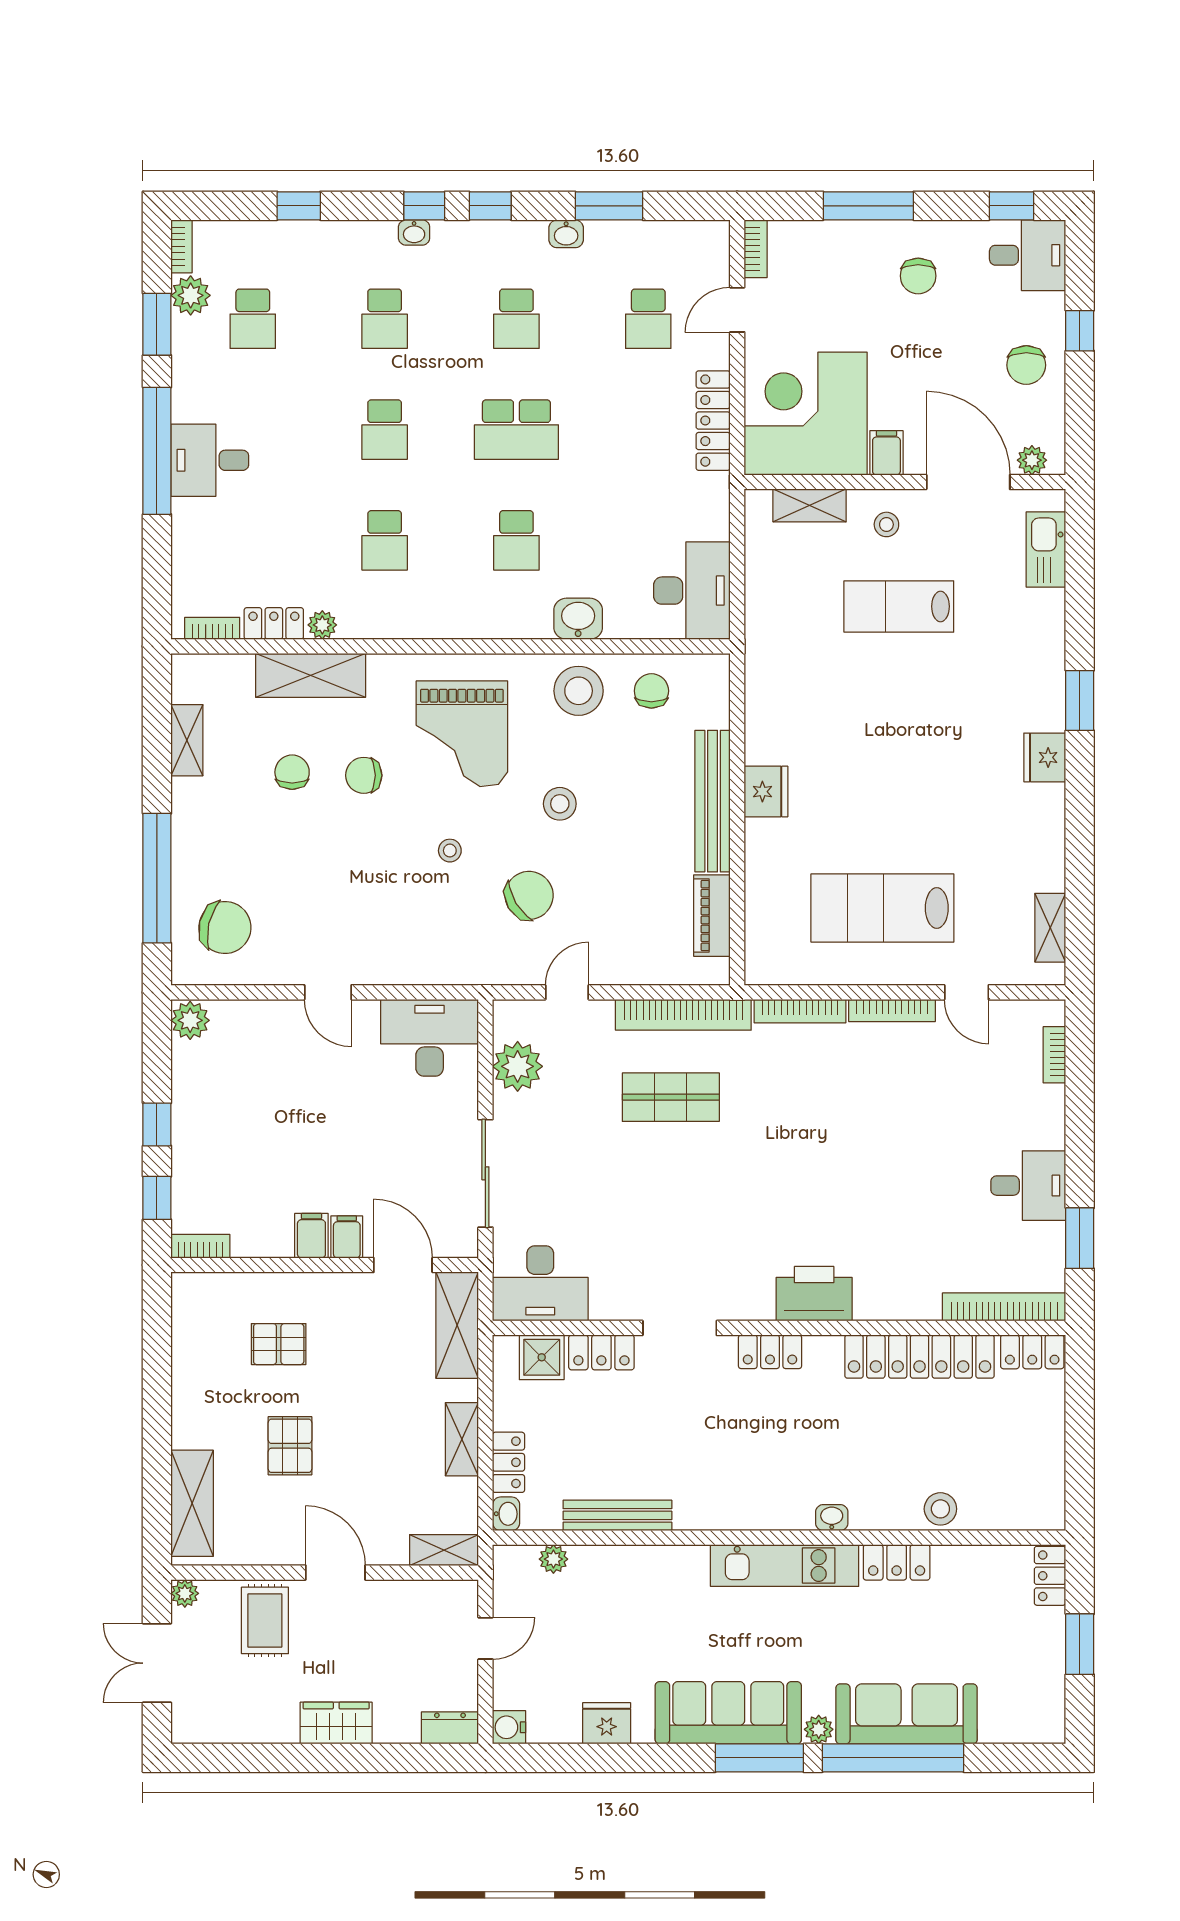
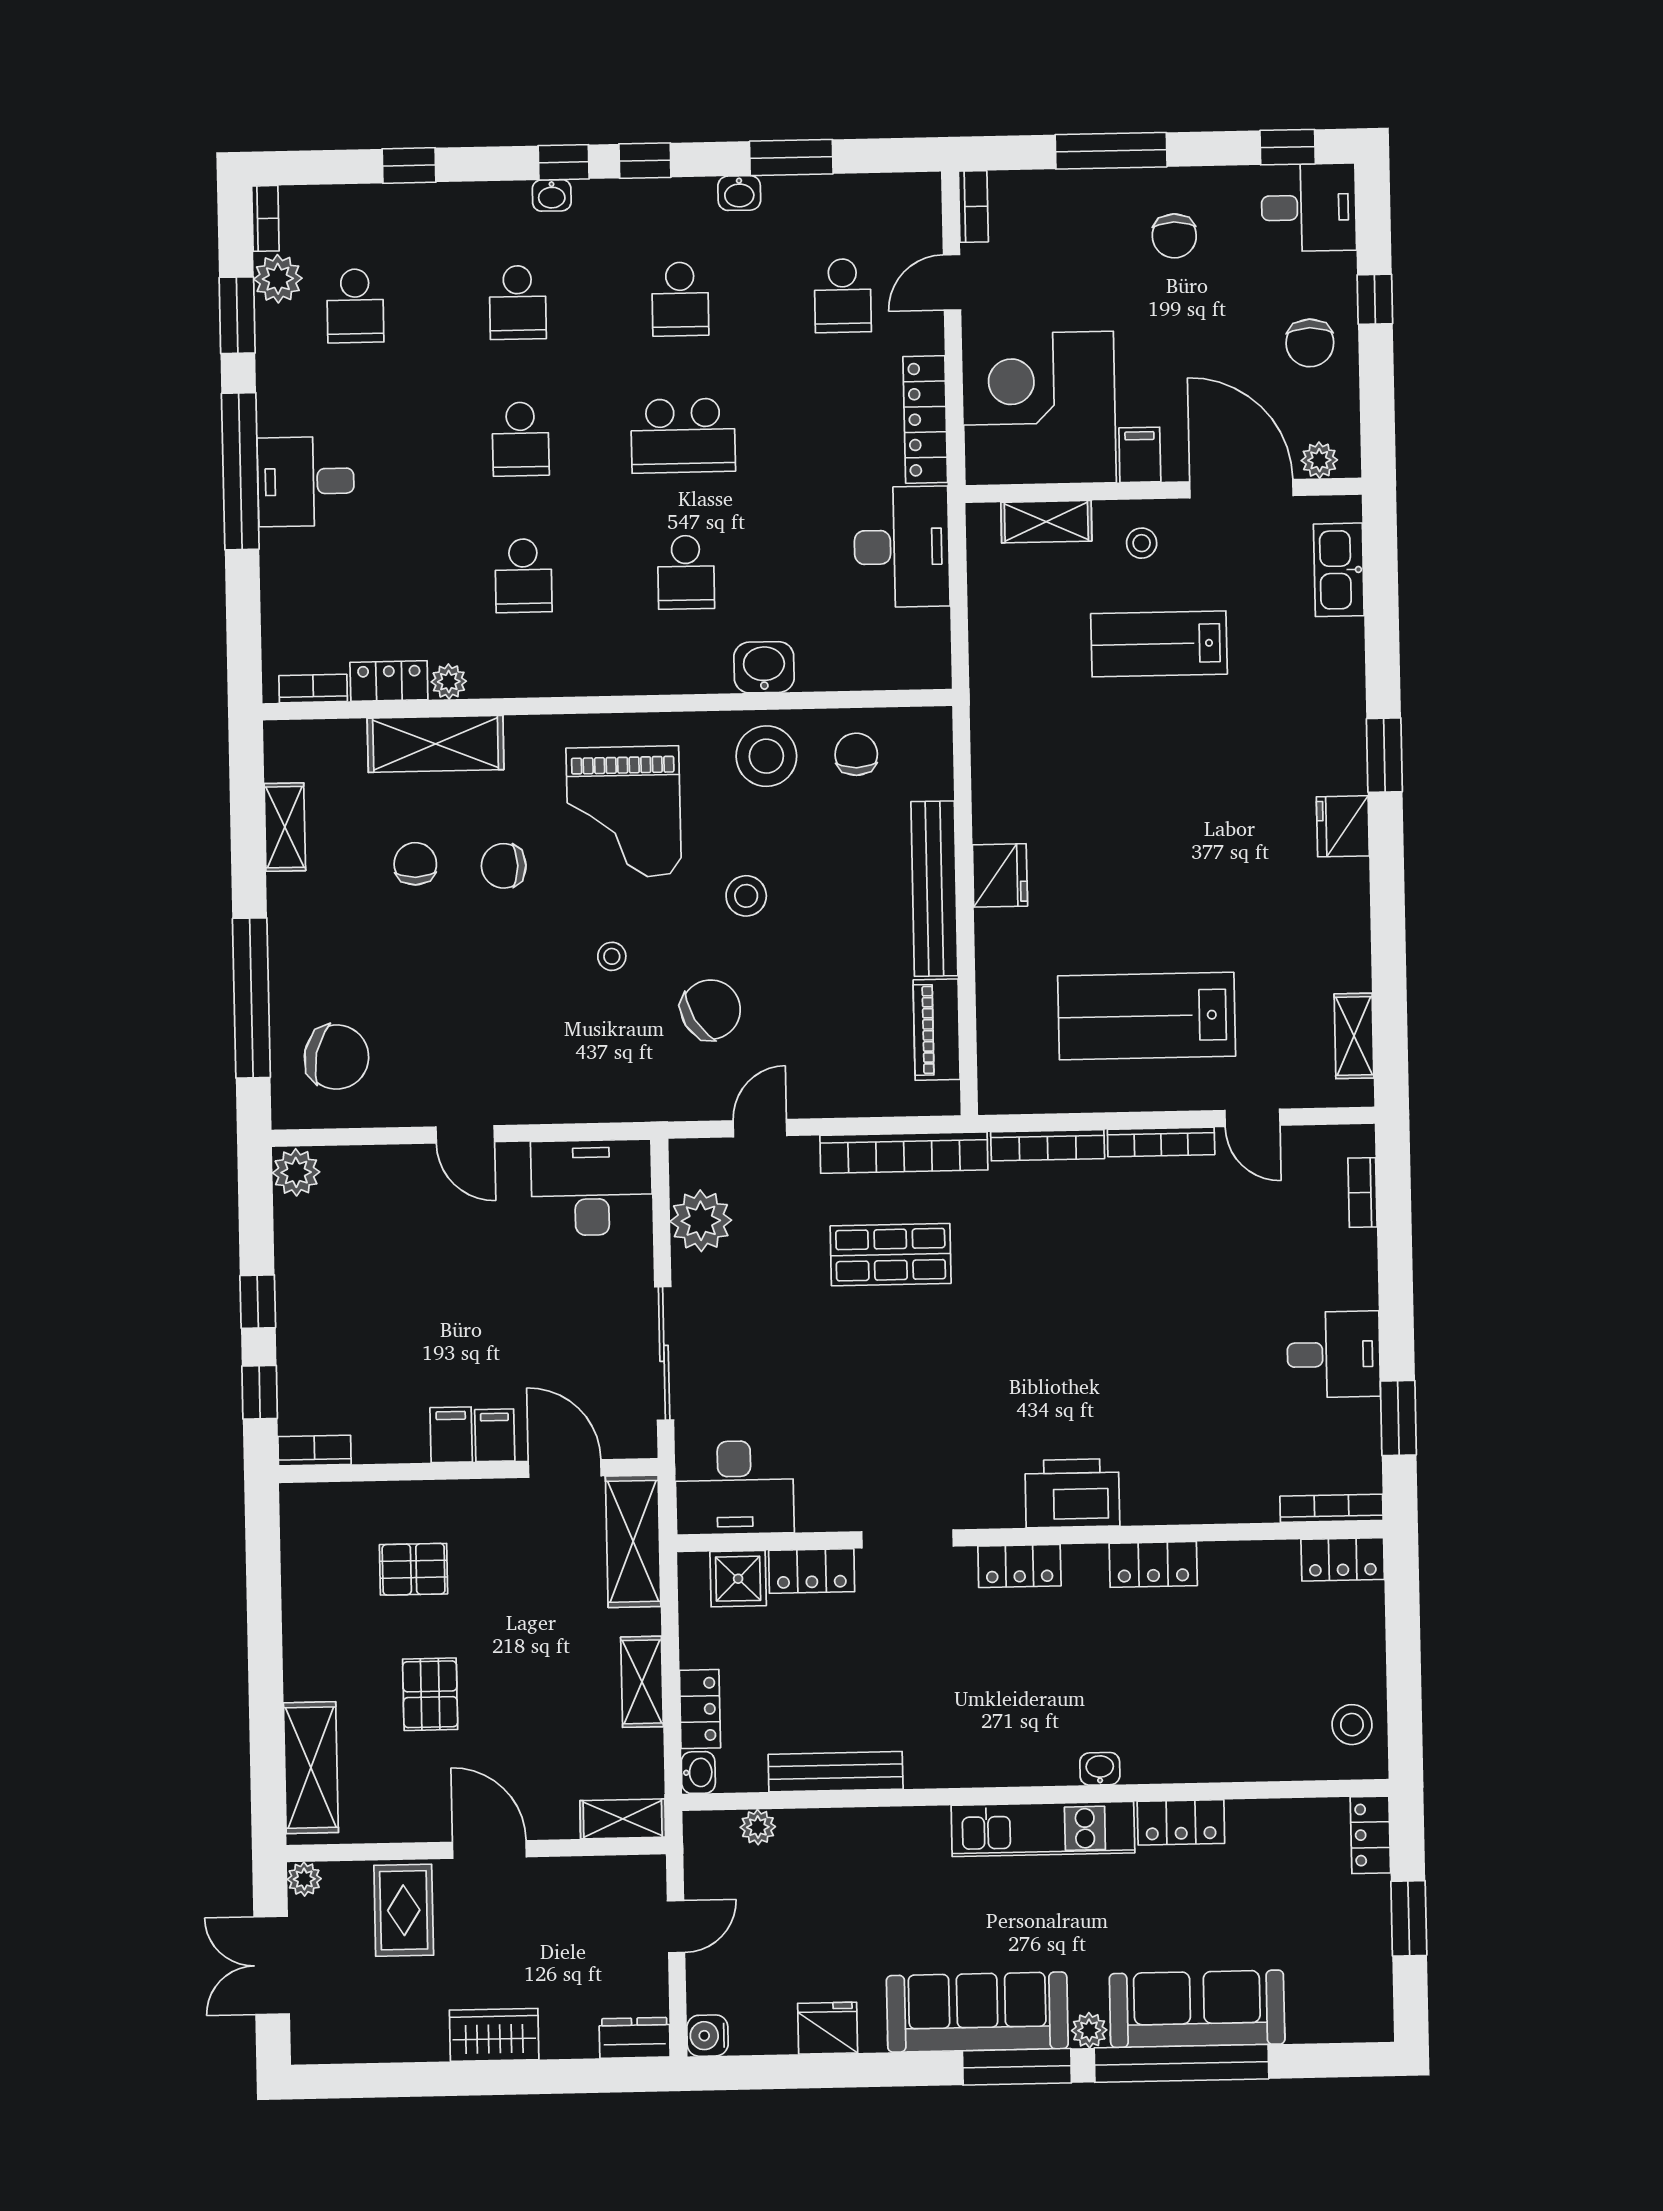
desk: (692, 591) -> (902, 547), moved
bookcase: (1004, 1307) -> (1332, 1508), width x0.68, depth x0.76
locker: (920, 1357) -> (1153, 1564), width x0.46, depth x0.83
stool: (940, 1509) -> (1352, 1725), moved

